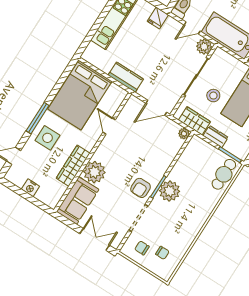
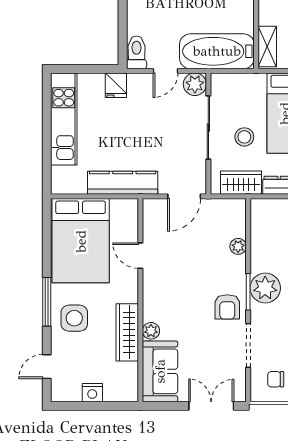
kitchen counter: (126, 77) -> (123, 183), width x1.50
plant: (184, 134) -> (238, 246), moved
plant: (94, 172) -> (151, 331), width x0.53, depth x0.53

